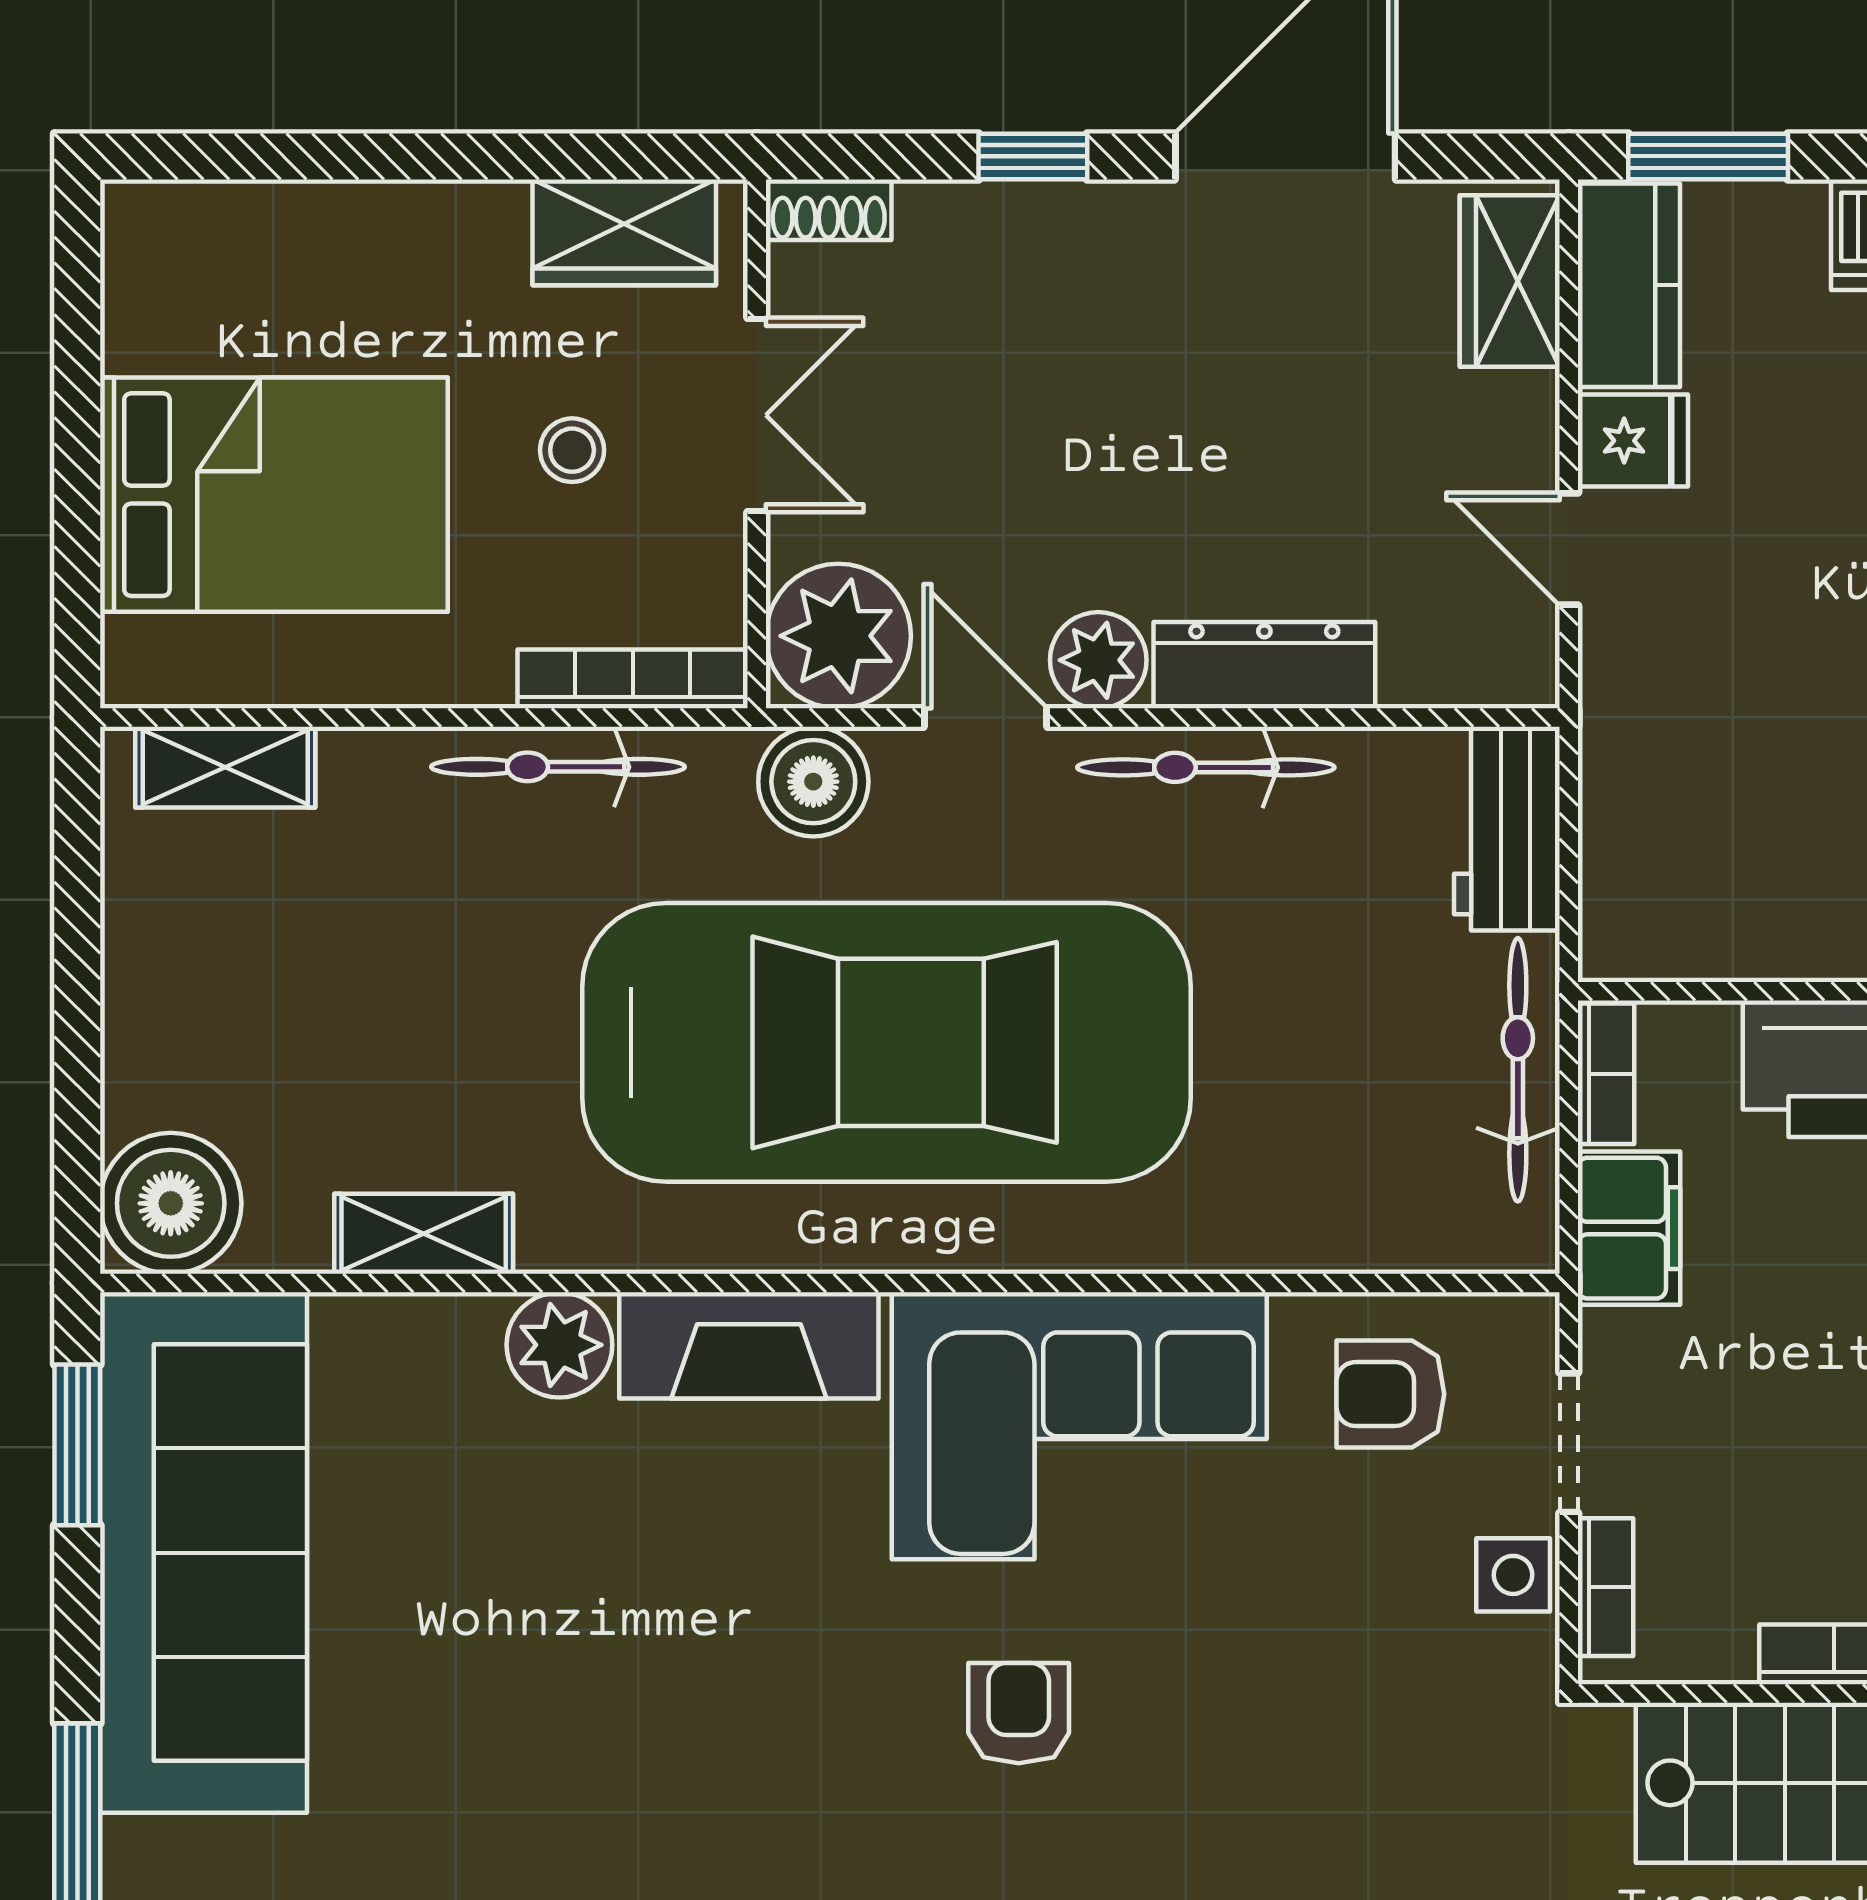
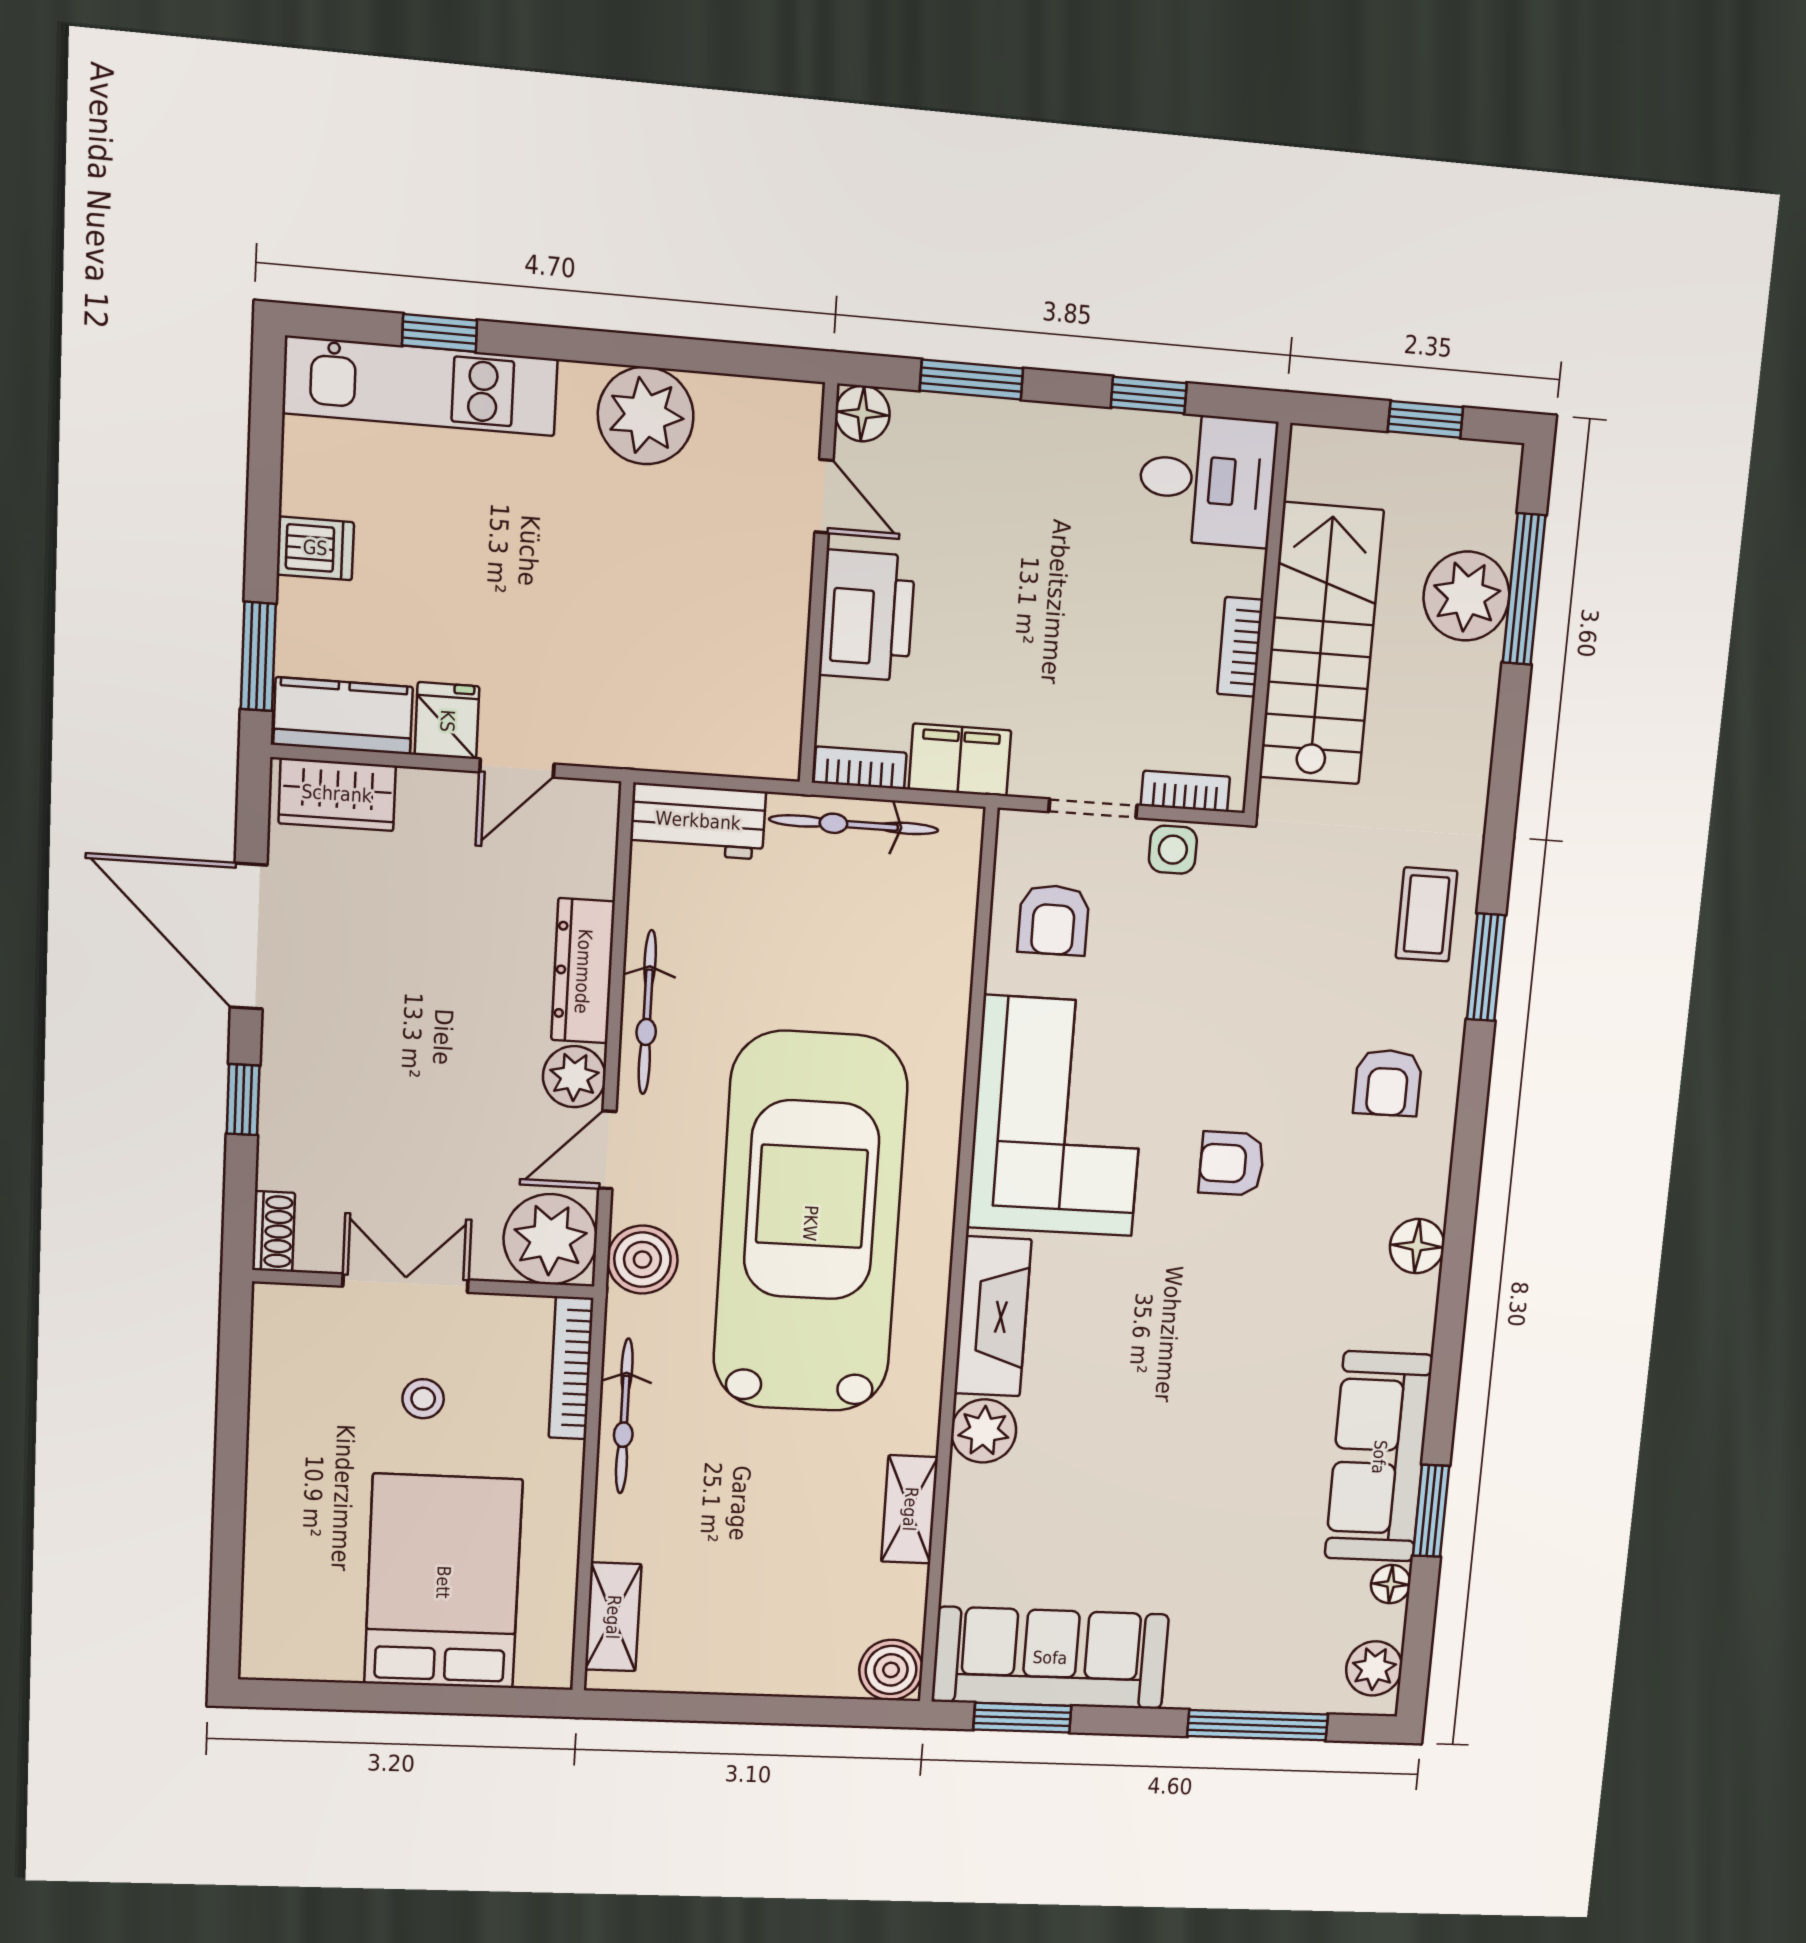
wardrobe: (624, 232) -> (284, 1360), removed
boiler: (171, 1203) -> (891, 1670), width x0.73, depth x0.73
sofa: (203, 1553) -> (1050, 1658), width x0.74, depth x0.79

